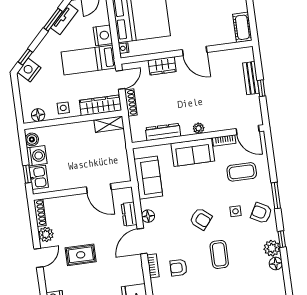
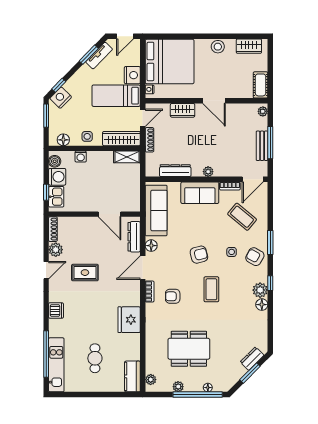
plant: (249, 56) -> (263, 111), added
bench: (251, 78) -> (262, 146), moved
window: (261, 88) -> (270, 143), width x2.17
window: (16, 92) -> (46, 116), added
door: (248, 130) -> (253, 179), hinge flipped
washing machine: (59, 131) -> (81, 157), added
coffee table: (242, 172) -> (242, 217), turned 40
sofa: (148, 178) -> (156, 210), width x1.36
dresser: (129, 214) -> (134, 237), width x1.44
armchair: (201, 219) -> (199, 255), turned -53

